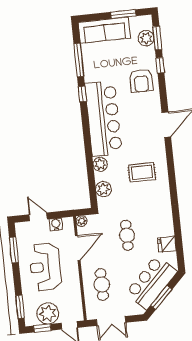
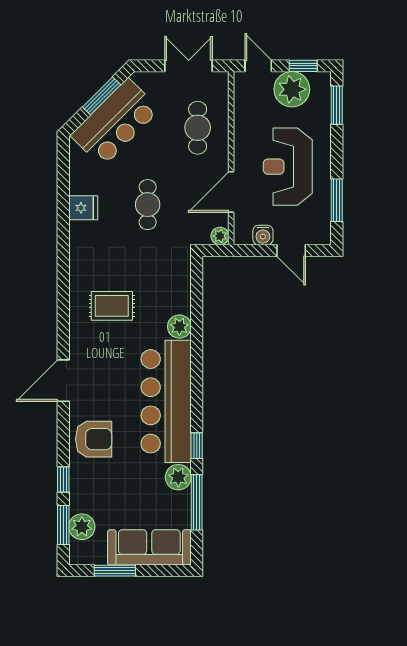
armchair: (141, 81) -> (94, 439), moved, turned 90
plant: (103, 189) -> (178, 477), moved
fridge: (167, 244) -> (83, 208), moved
reception desk: (45, 267) -> (288, 167), turned 180

